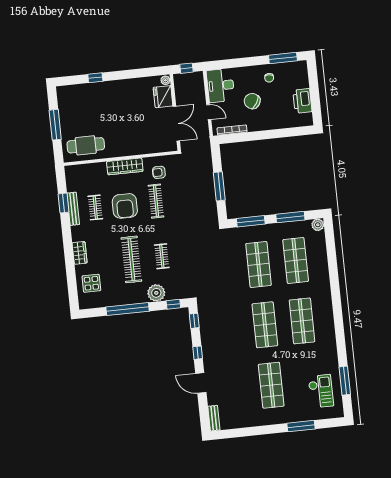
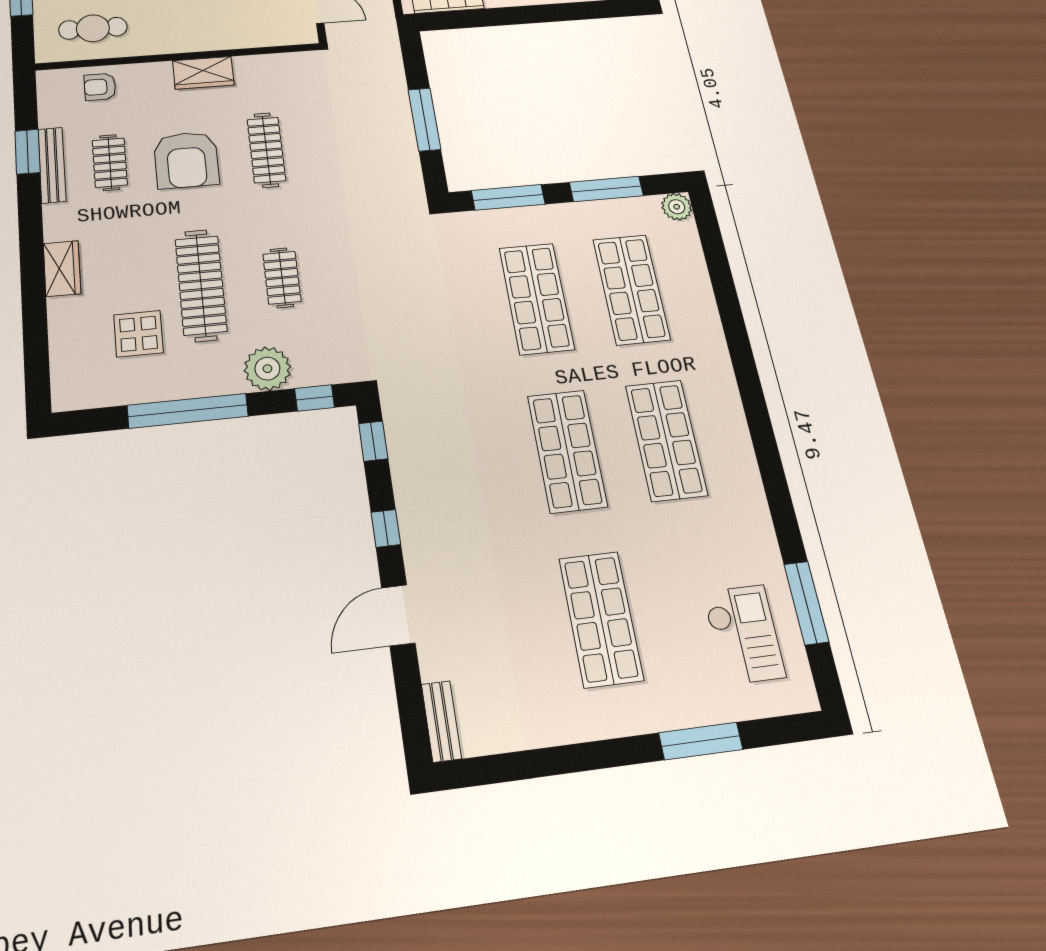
cafe table: (86, 145) -> (93, 28), width x0.73, depth x0.74
wardrobe: (125, 166) -> (203, 73), width x0.67
armchair: (159, 172) -> (100, 87), moved
display table: (91, 283) -> (138, 334), moved
door: (201, 383) -> (398, 615), hinge flipped

